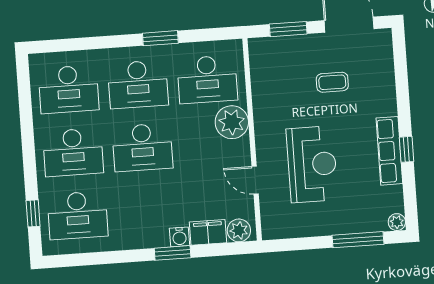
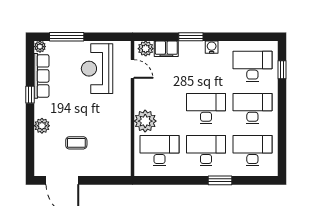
window: (288, 29) -> (103, 180), removed
window: (160, 38) -> (220, 180), moved
plant: (385, 104) -> (42, 126), added
row of seats: (389, 151) -> (42, 76), moved
reception desk: (312, 164) -> (97, 69), moved
door: (255, 180) -> (132, 69), moved
water cooler: (179, 237) -> (212, 47), moved

